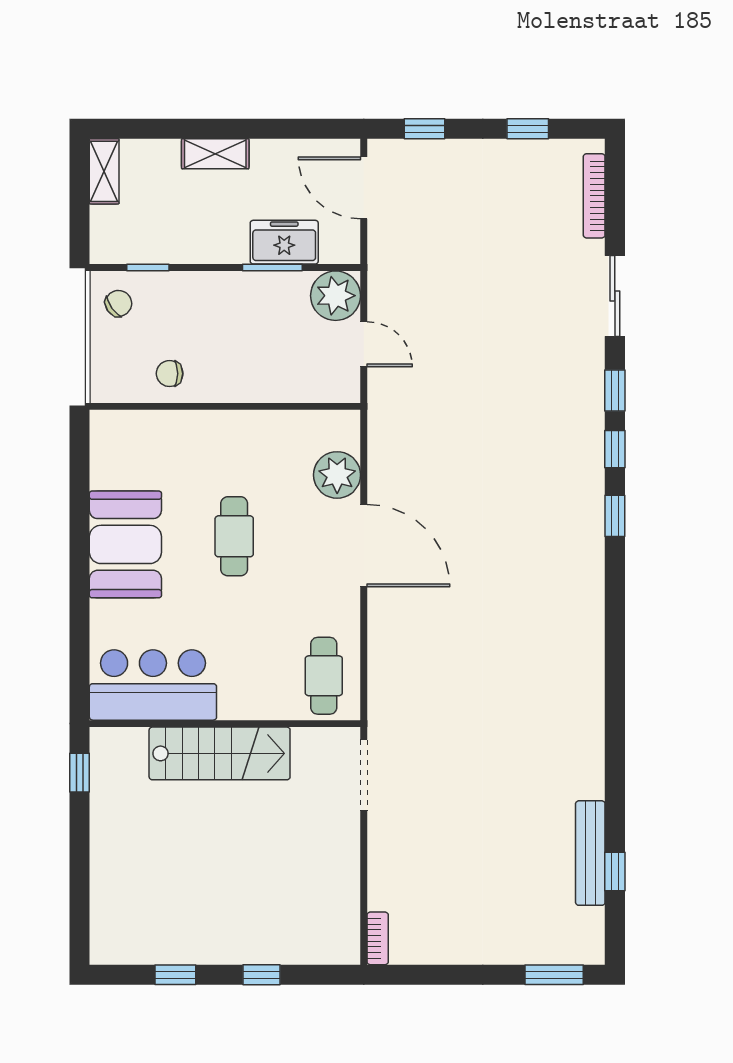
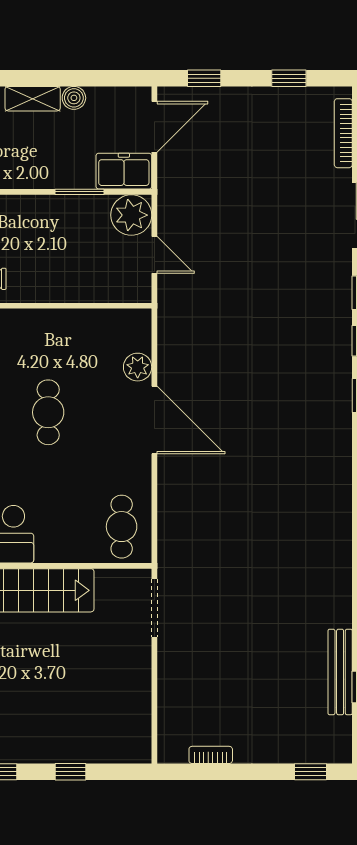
boiler: (266, 153) -> (74, 98), added
door: (364, 188) -> (154, 127), swing flipped
freezer: (284, 242) -> (124, 171), moved
plant: (337, 475) -> (138, 367), width x0.73, depth x0.73
bookcase: (378, 938) -> (211, 755), moved, turned -90
window: (554, 975) -> (310, 772), width x0.67

